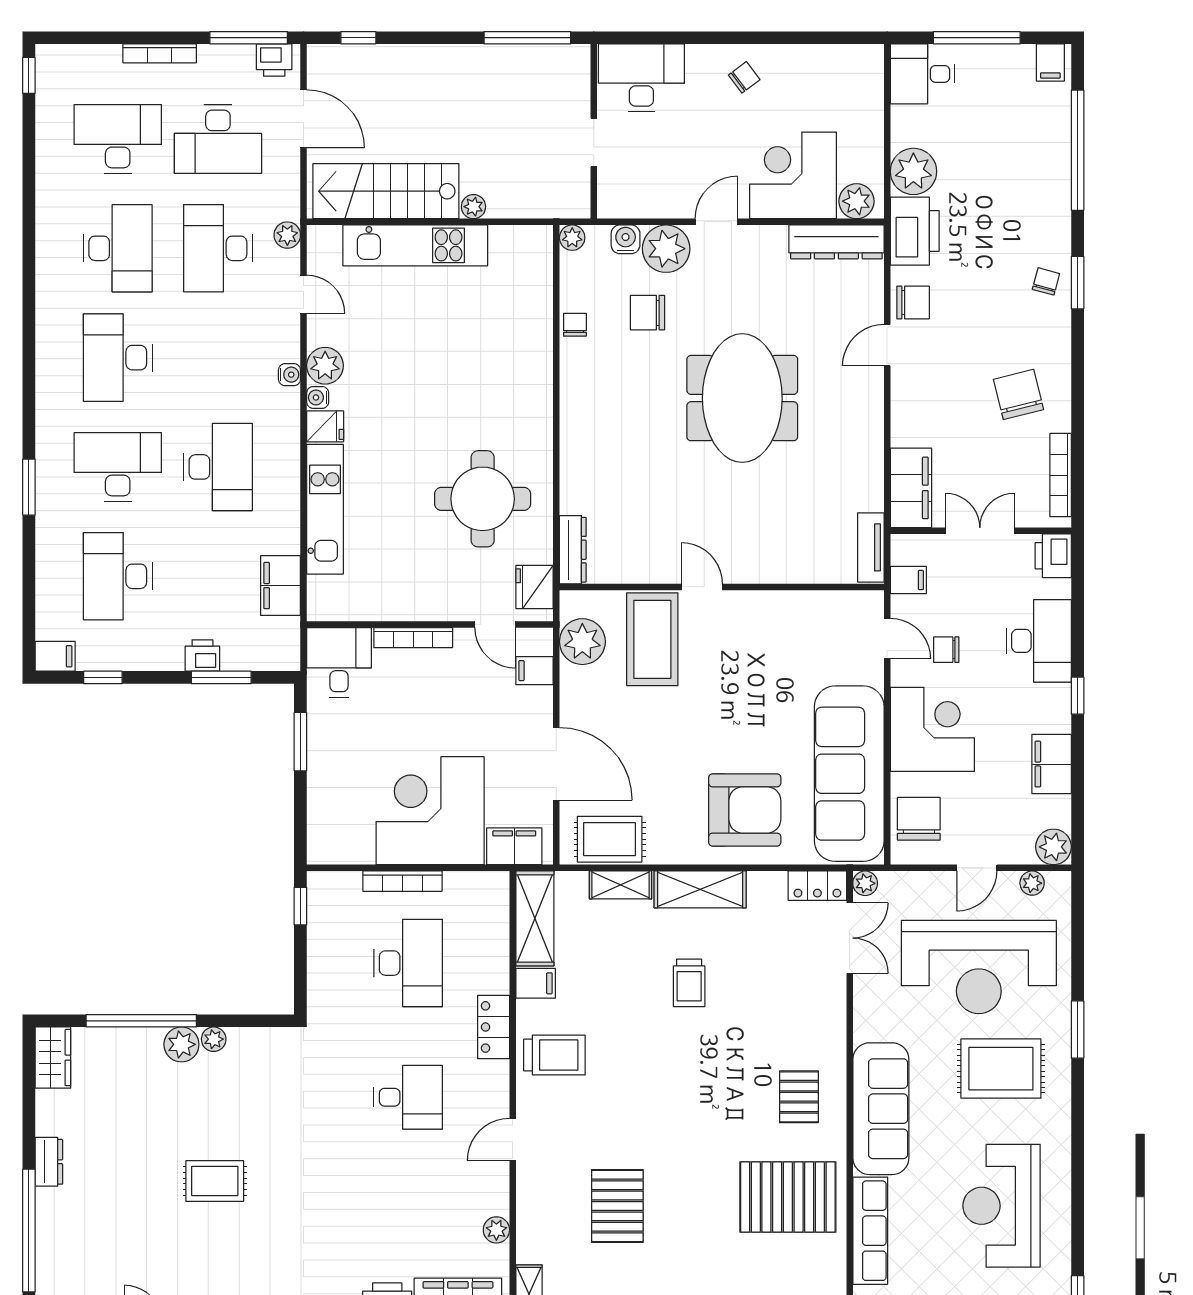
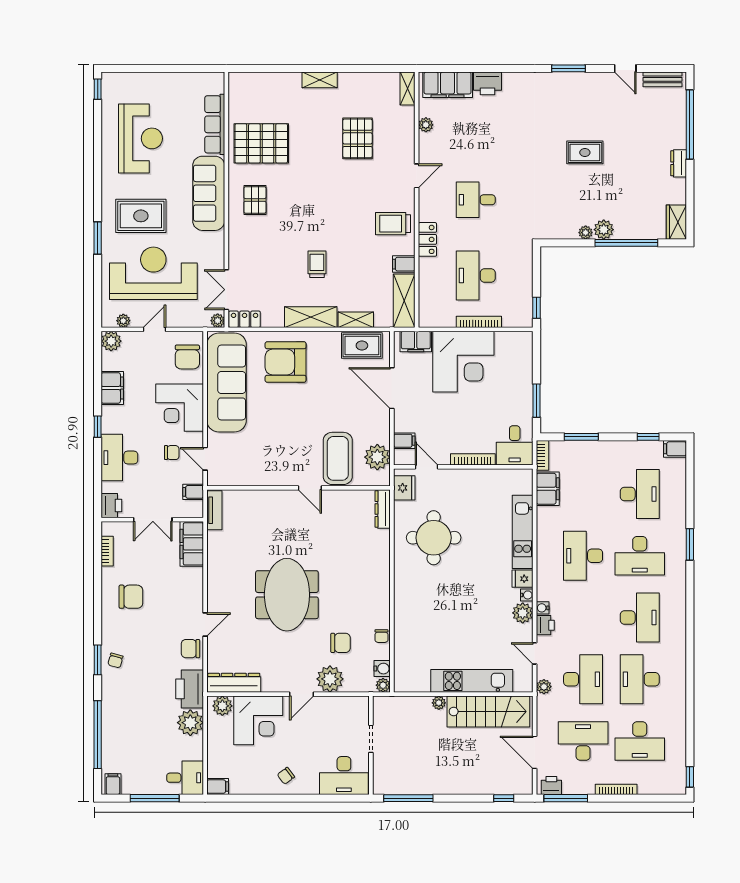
filing cabinet: (865, 58) -> (218, 787), added
water cooler: (626, 239) -> (382, 669), moved, turned -90
chair: (1018, 394) -> (131, 597), turned -76
bookcase: (1061, 475) -> (107, 551), width x0.64
bookcase: (290, 645) -> (543, 455), added
printer: (202, 656) -> (545, 625), moved, turned -90

